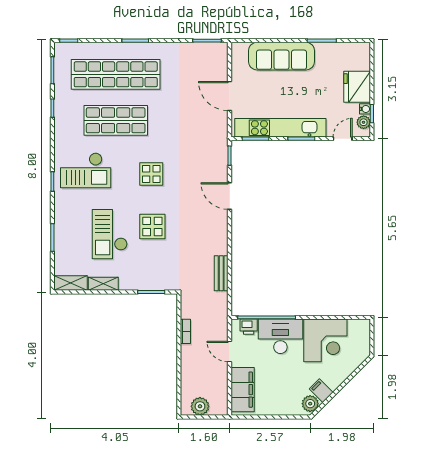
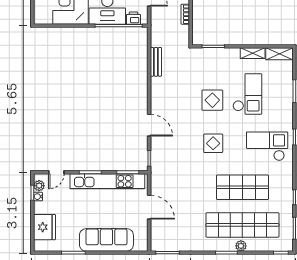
plant: (118, 49) -> (241, 246), added
fridge: (357, 87) -> (44, 227), moved

